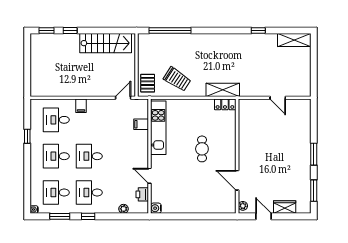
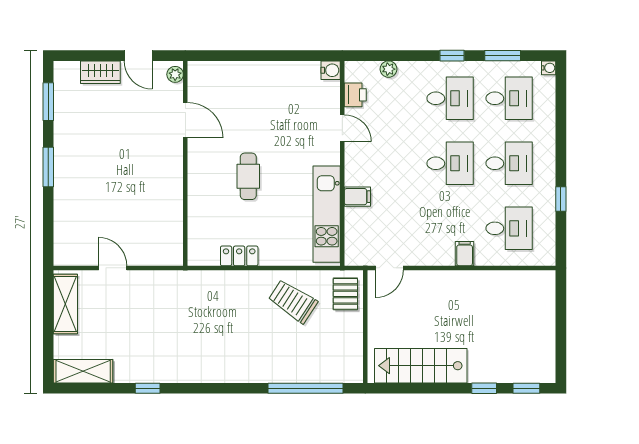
shelving: (223, 90) -> (65, 304), moved, turned 90
locker: (225, 104) -> (239, 256), moved
filing cabinet: (141, 124) -> (357, 197), moved

